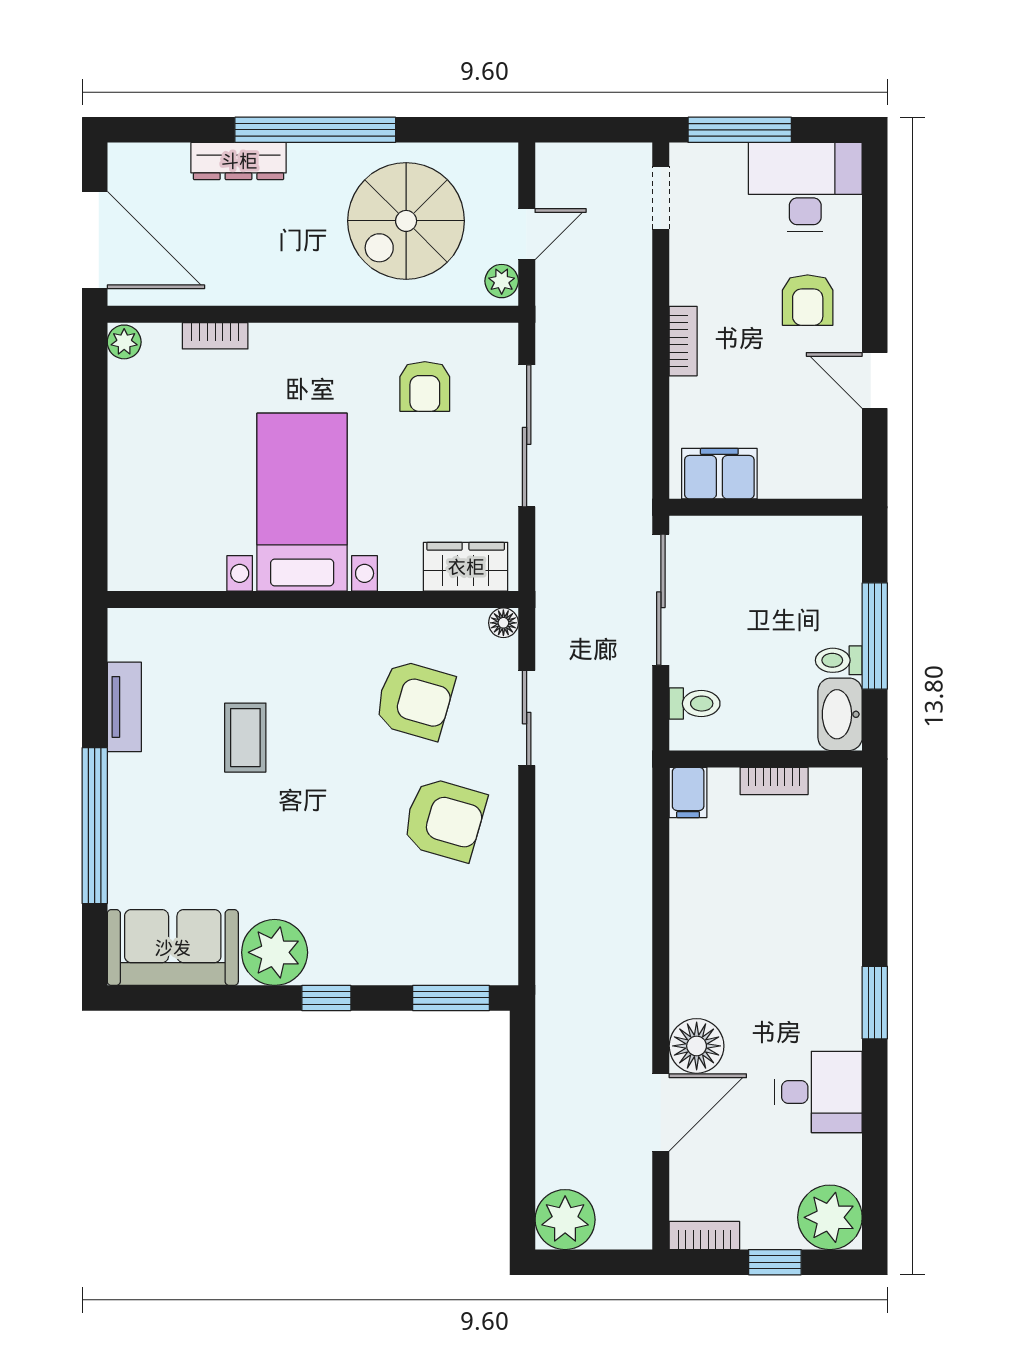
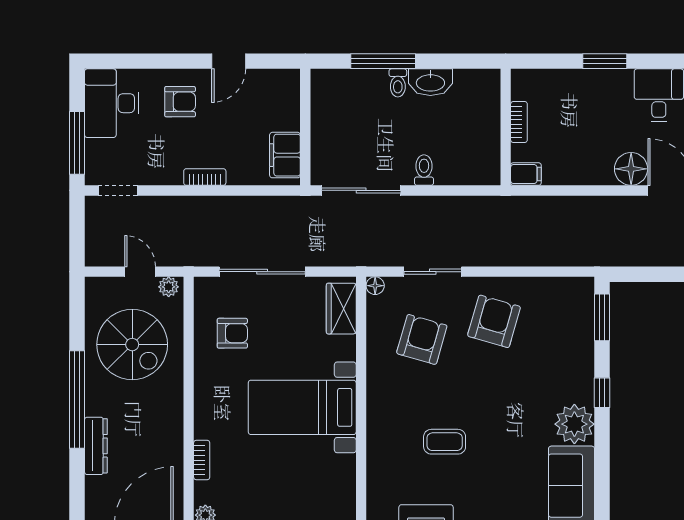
wall: (766, 759) -> (506, 127), moved
bookcase: (774, 781) -> (519, 122), moved
filing cabinet: (688, 792) -> (526, 174), moved

